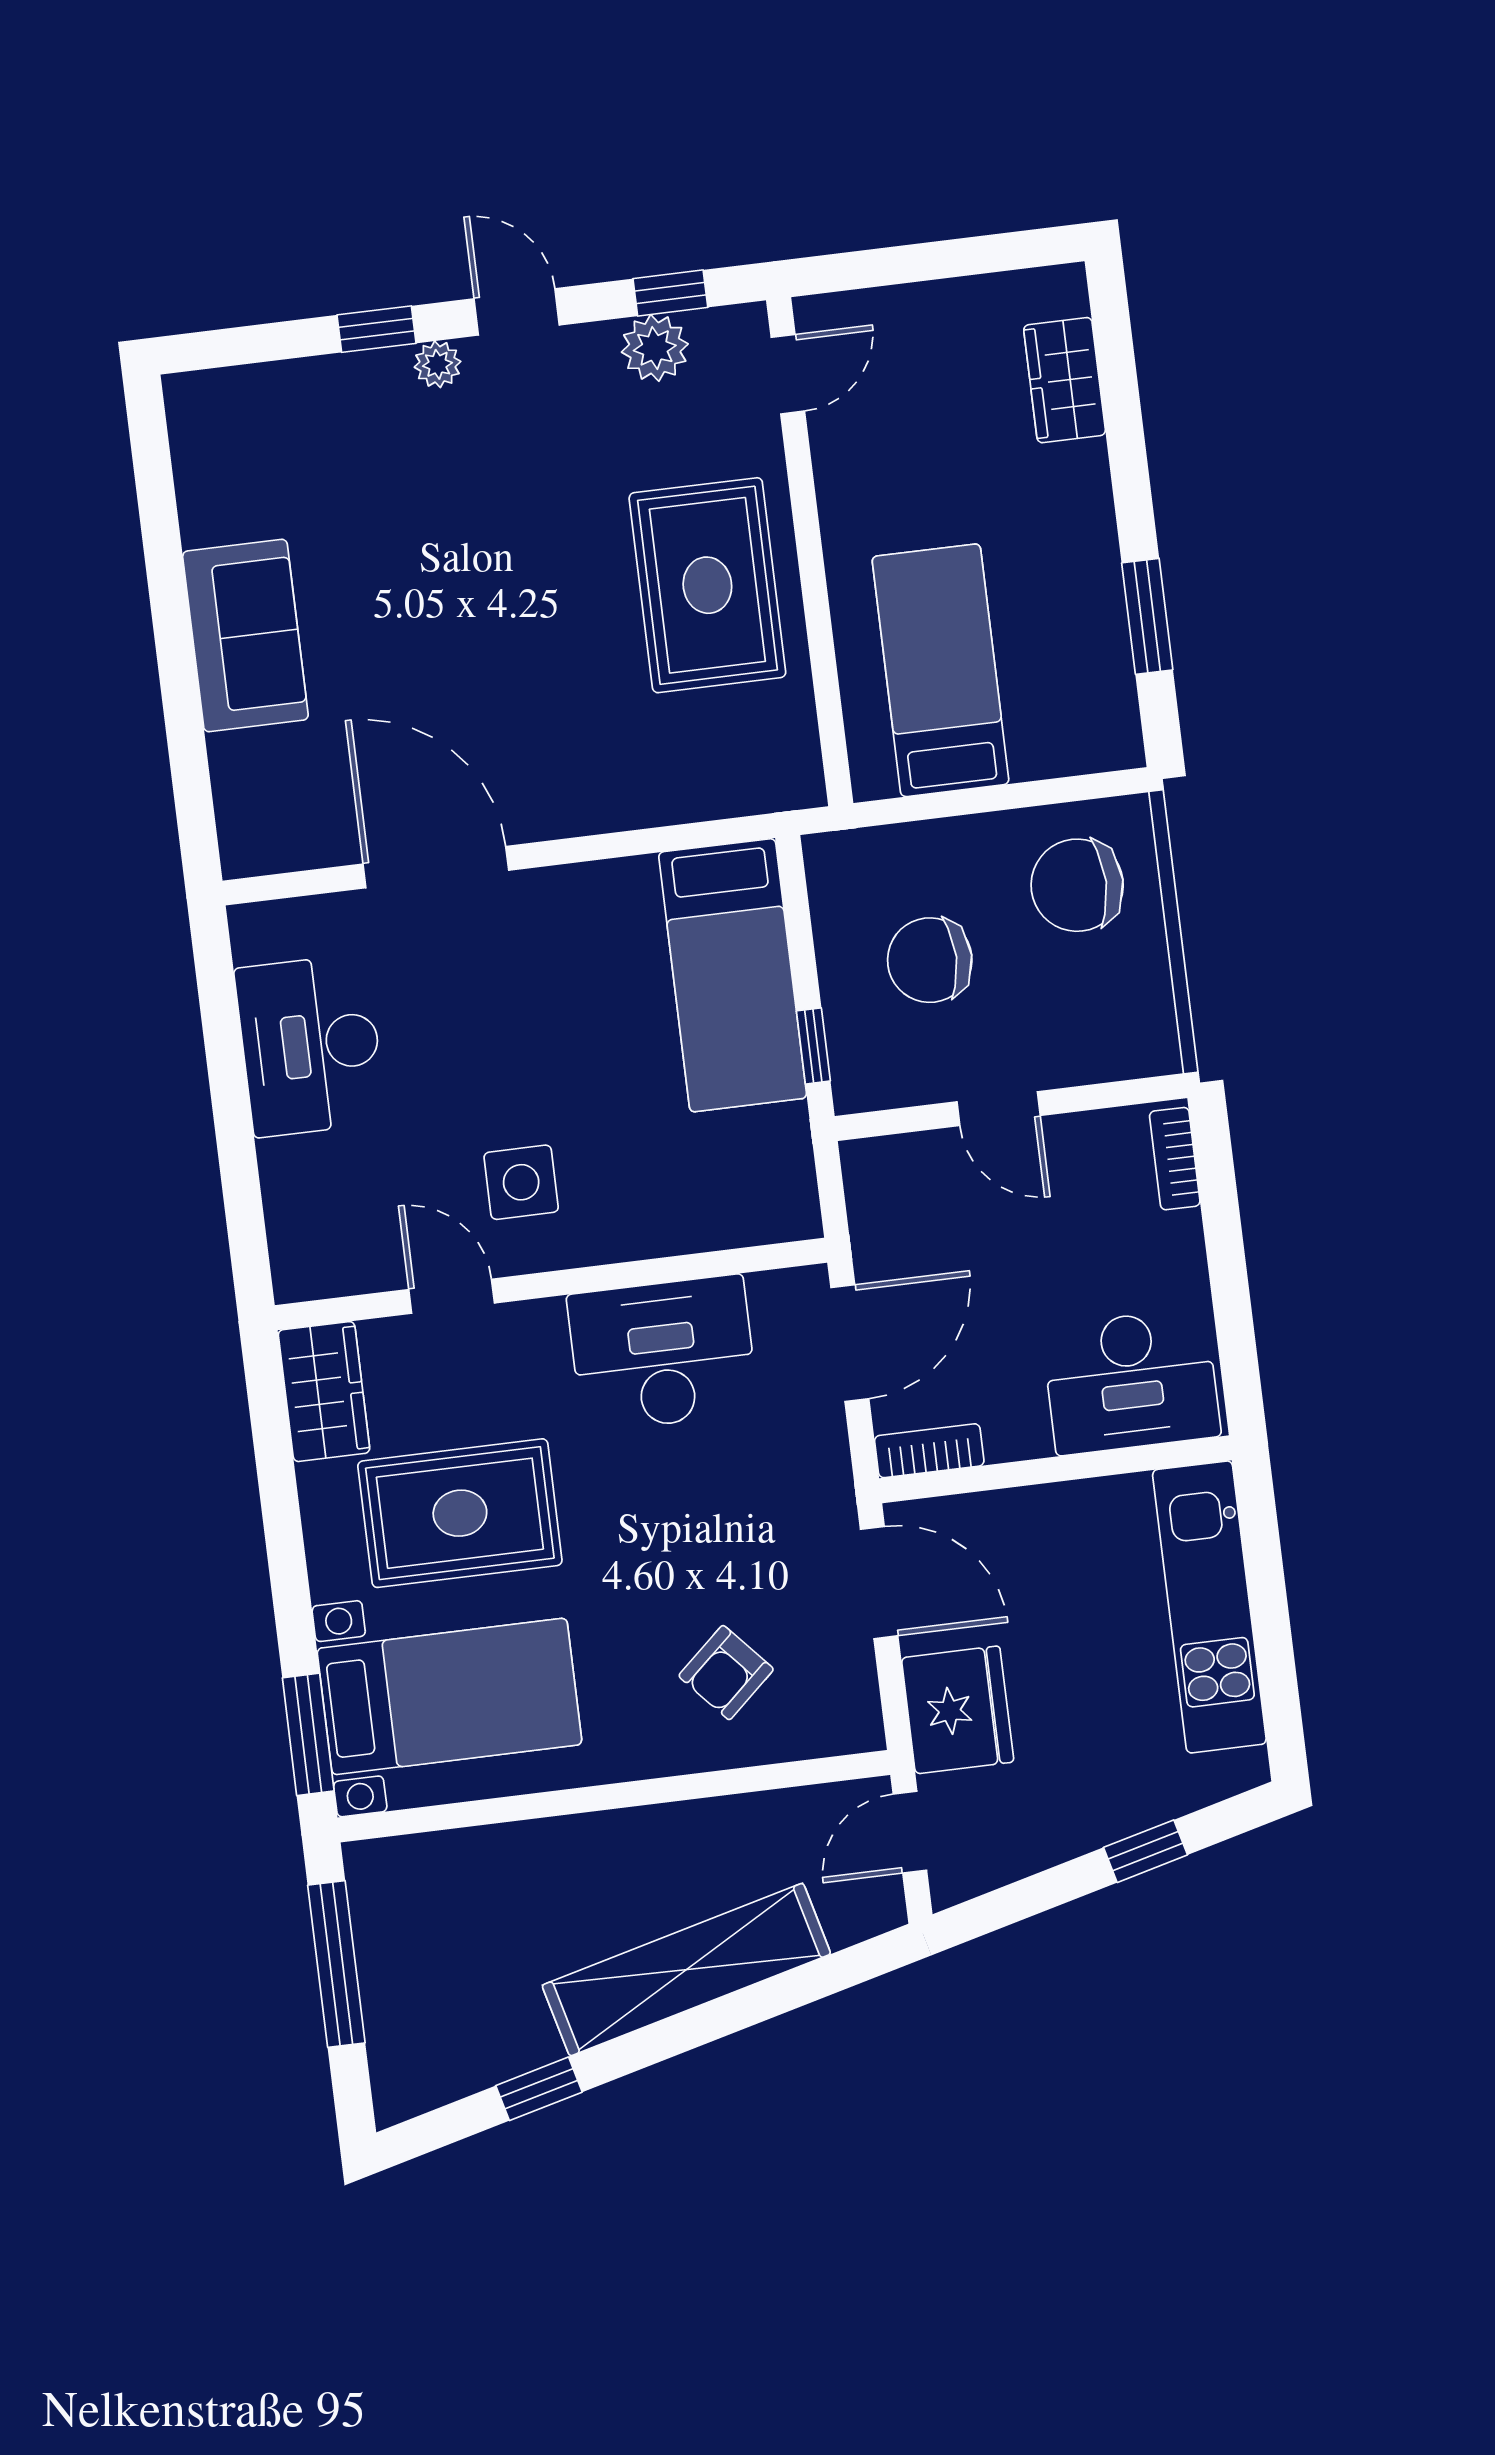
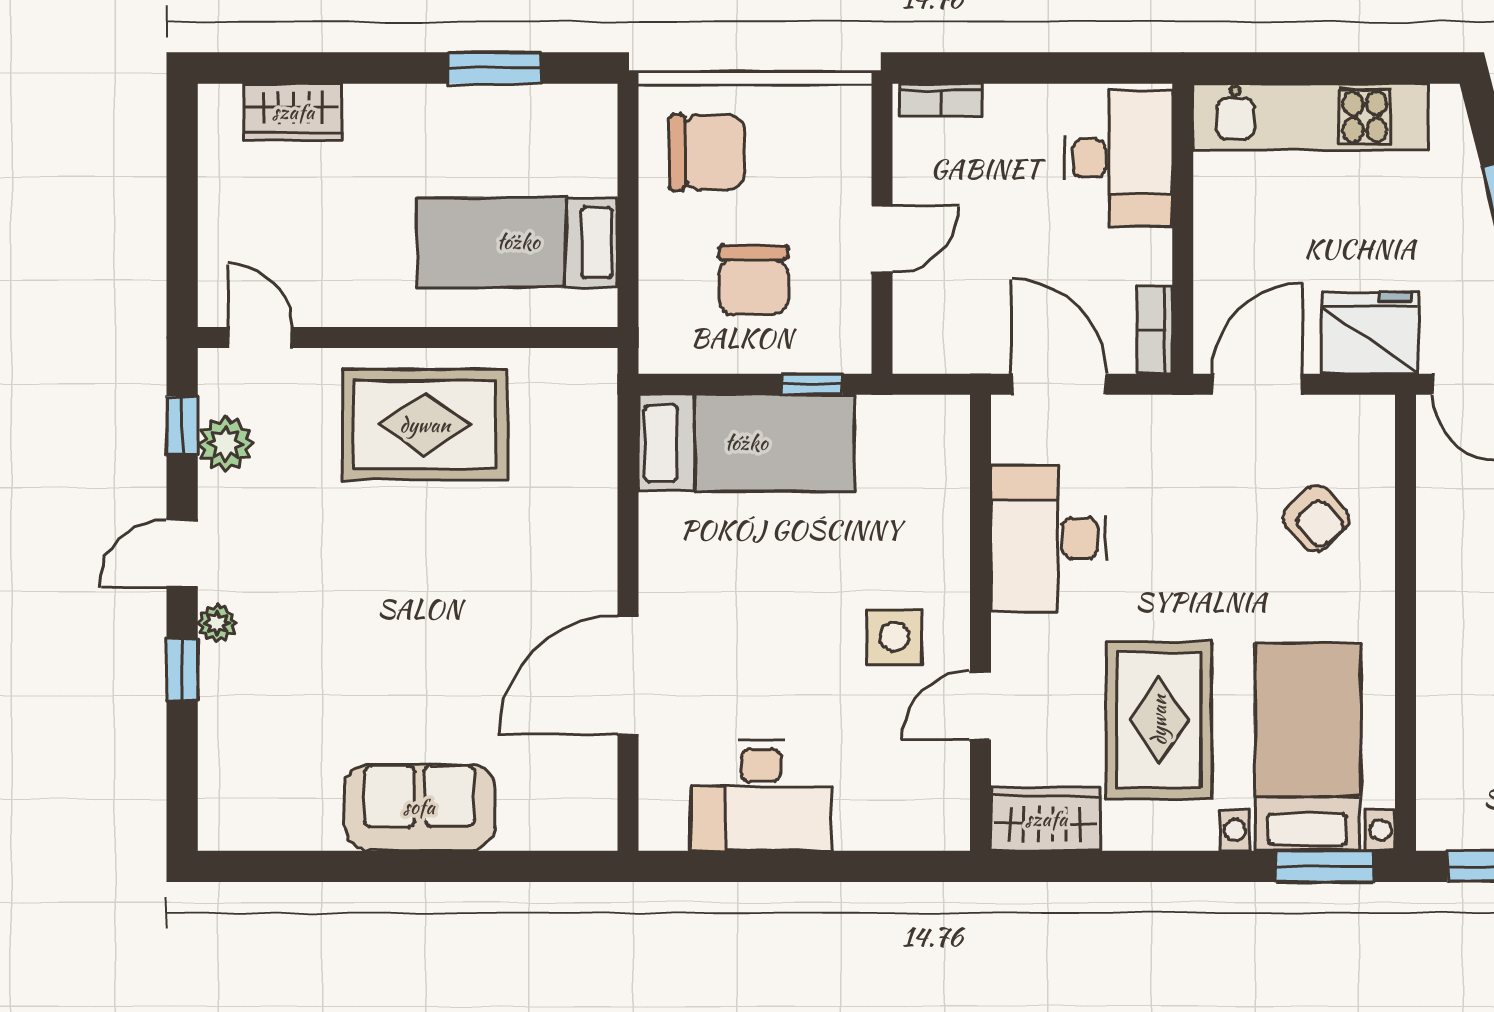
chair: (1077, 885) -> (707, 152), turned -90

